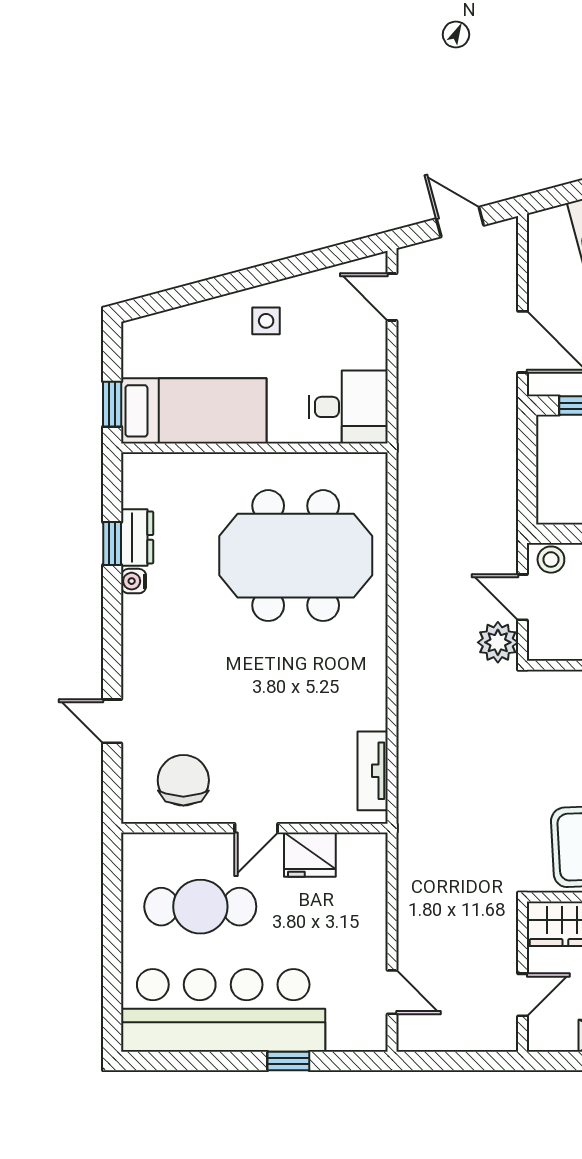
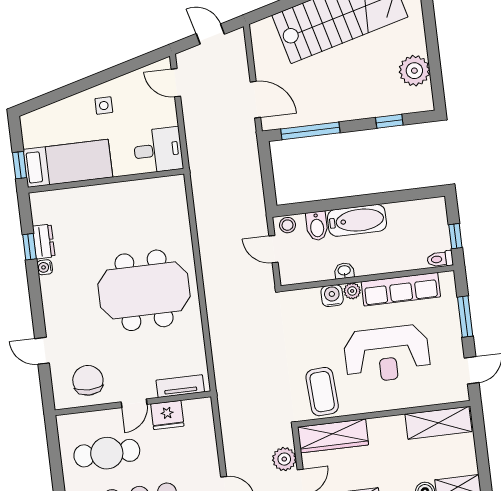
meeting table: (296, 556) -> (144, 290), moved
plant: (498, 642) -> (284, 459), moved
tv unit: (373, 771) -> (180, 386), moved, turned 90

